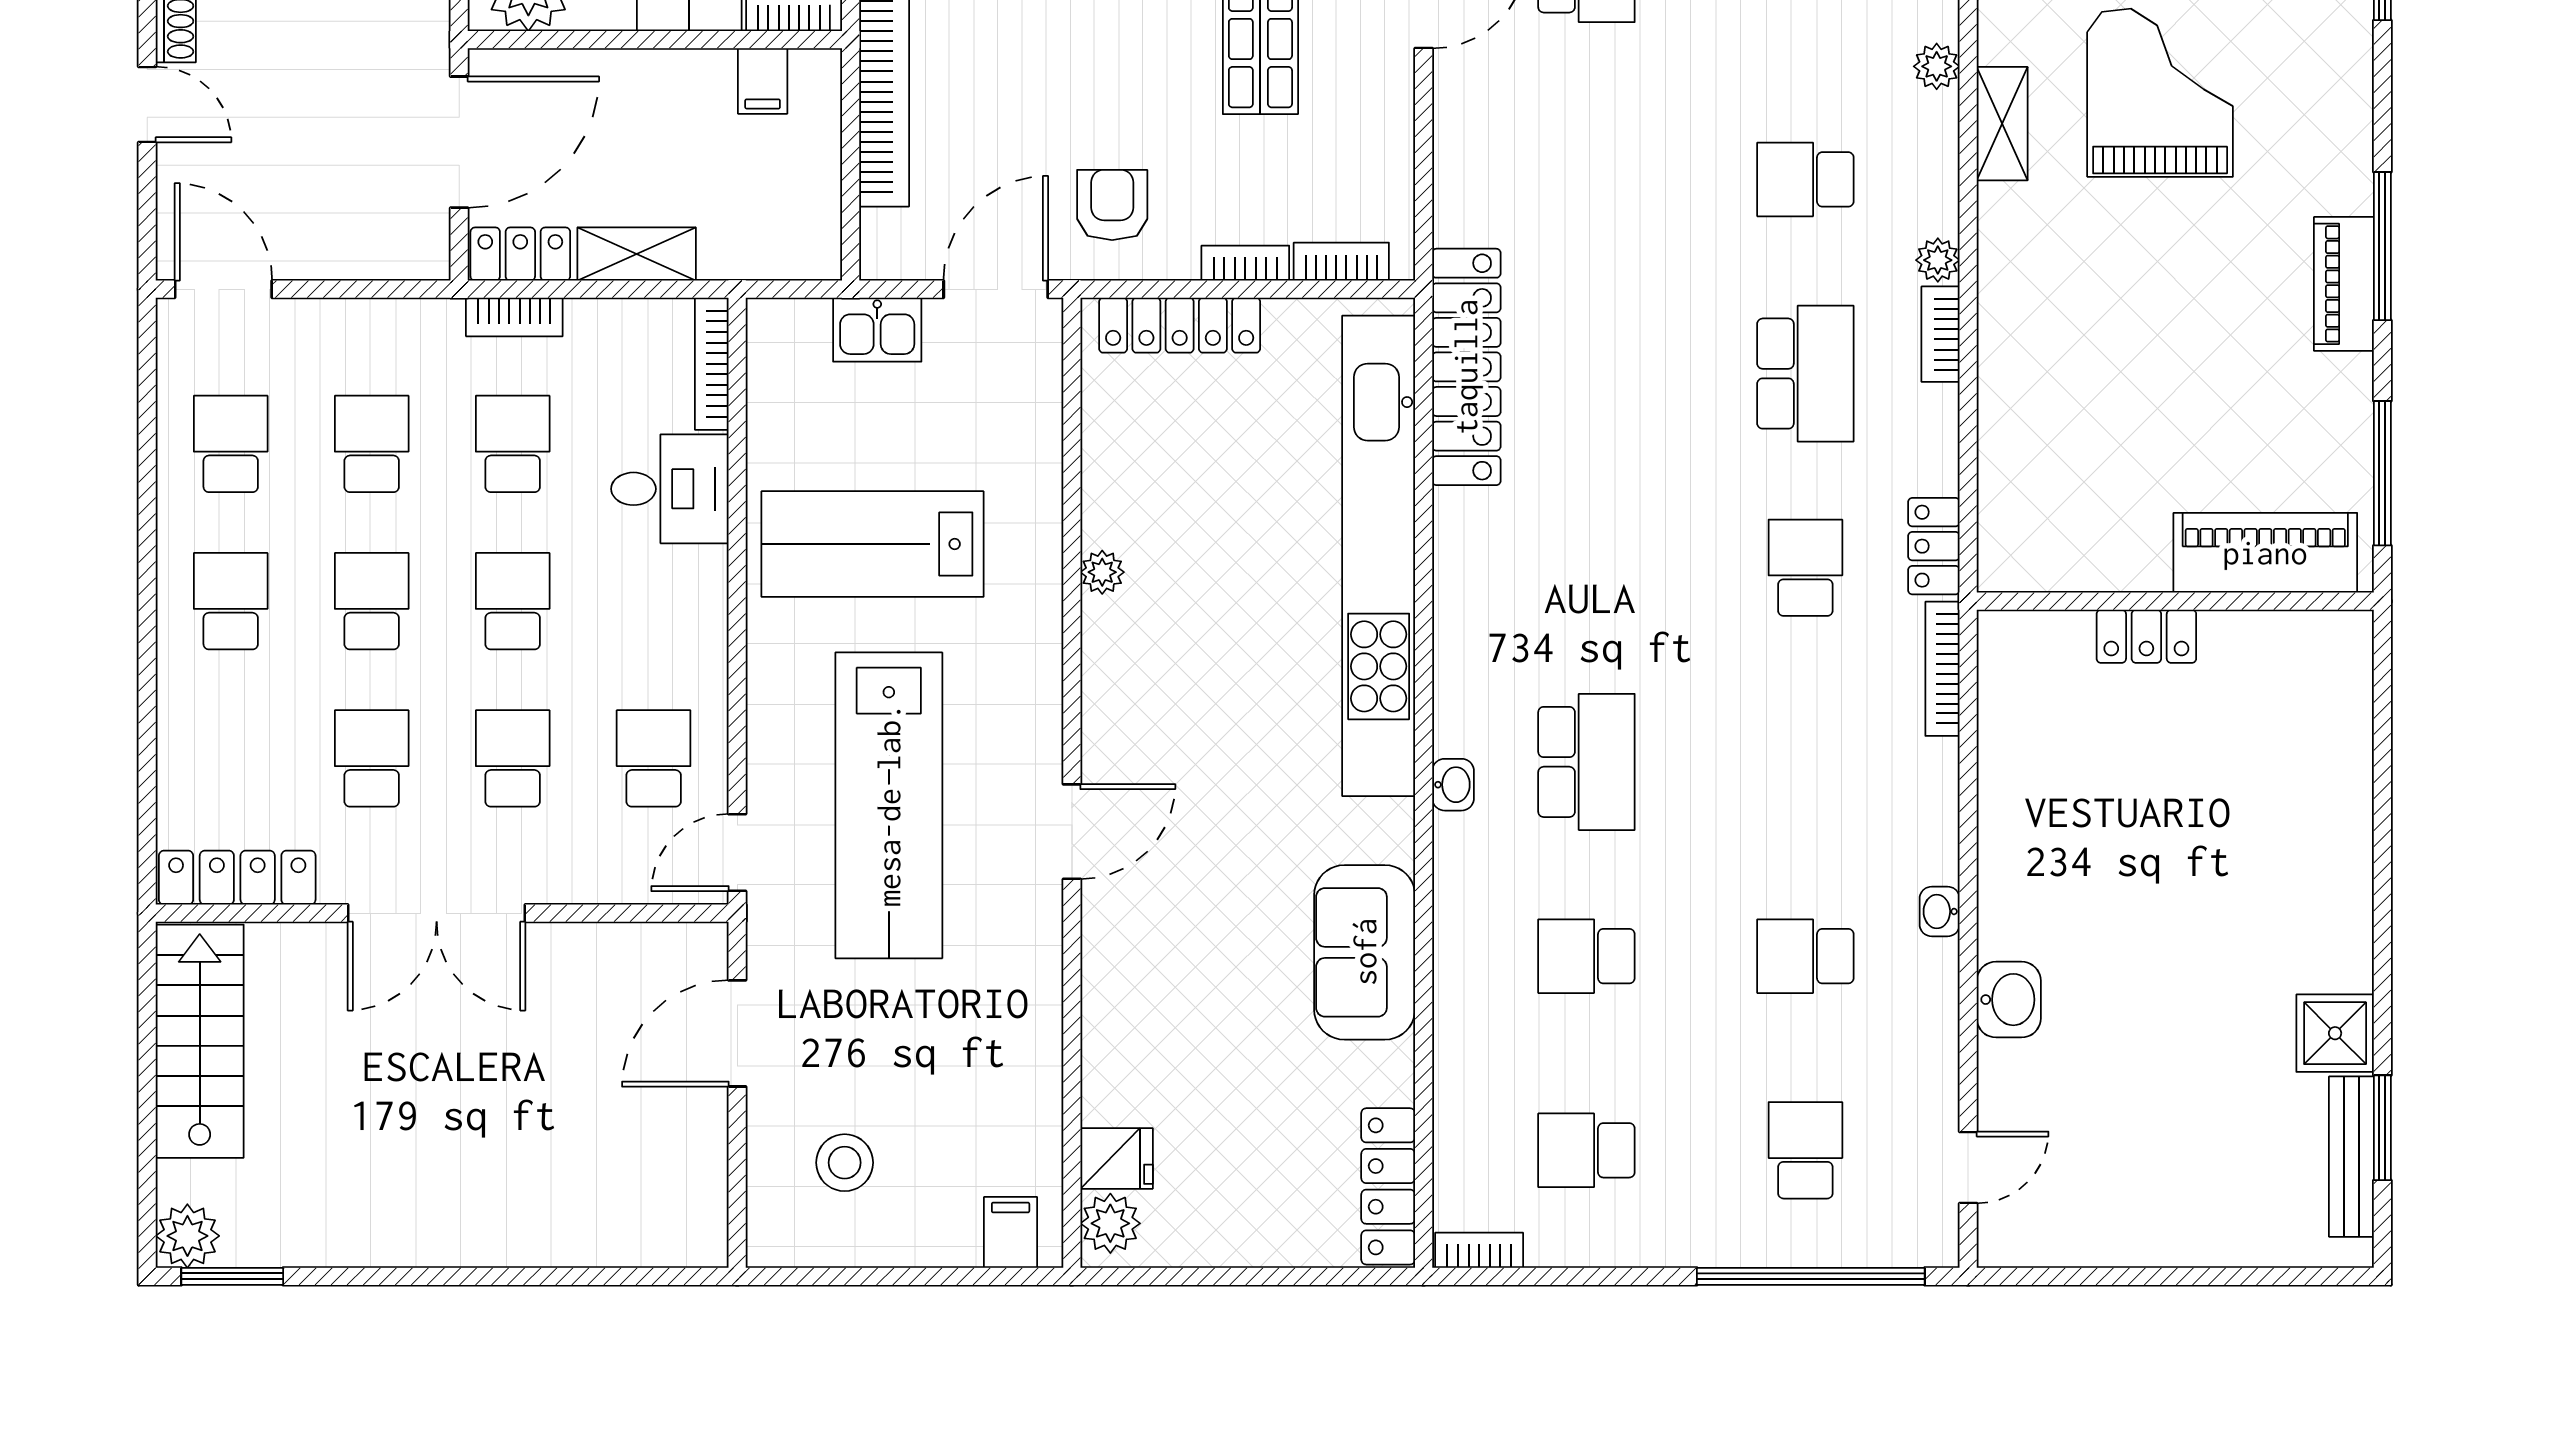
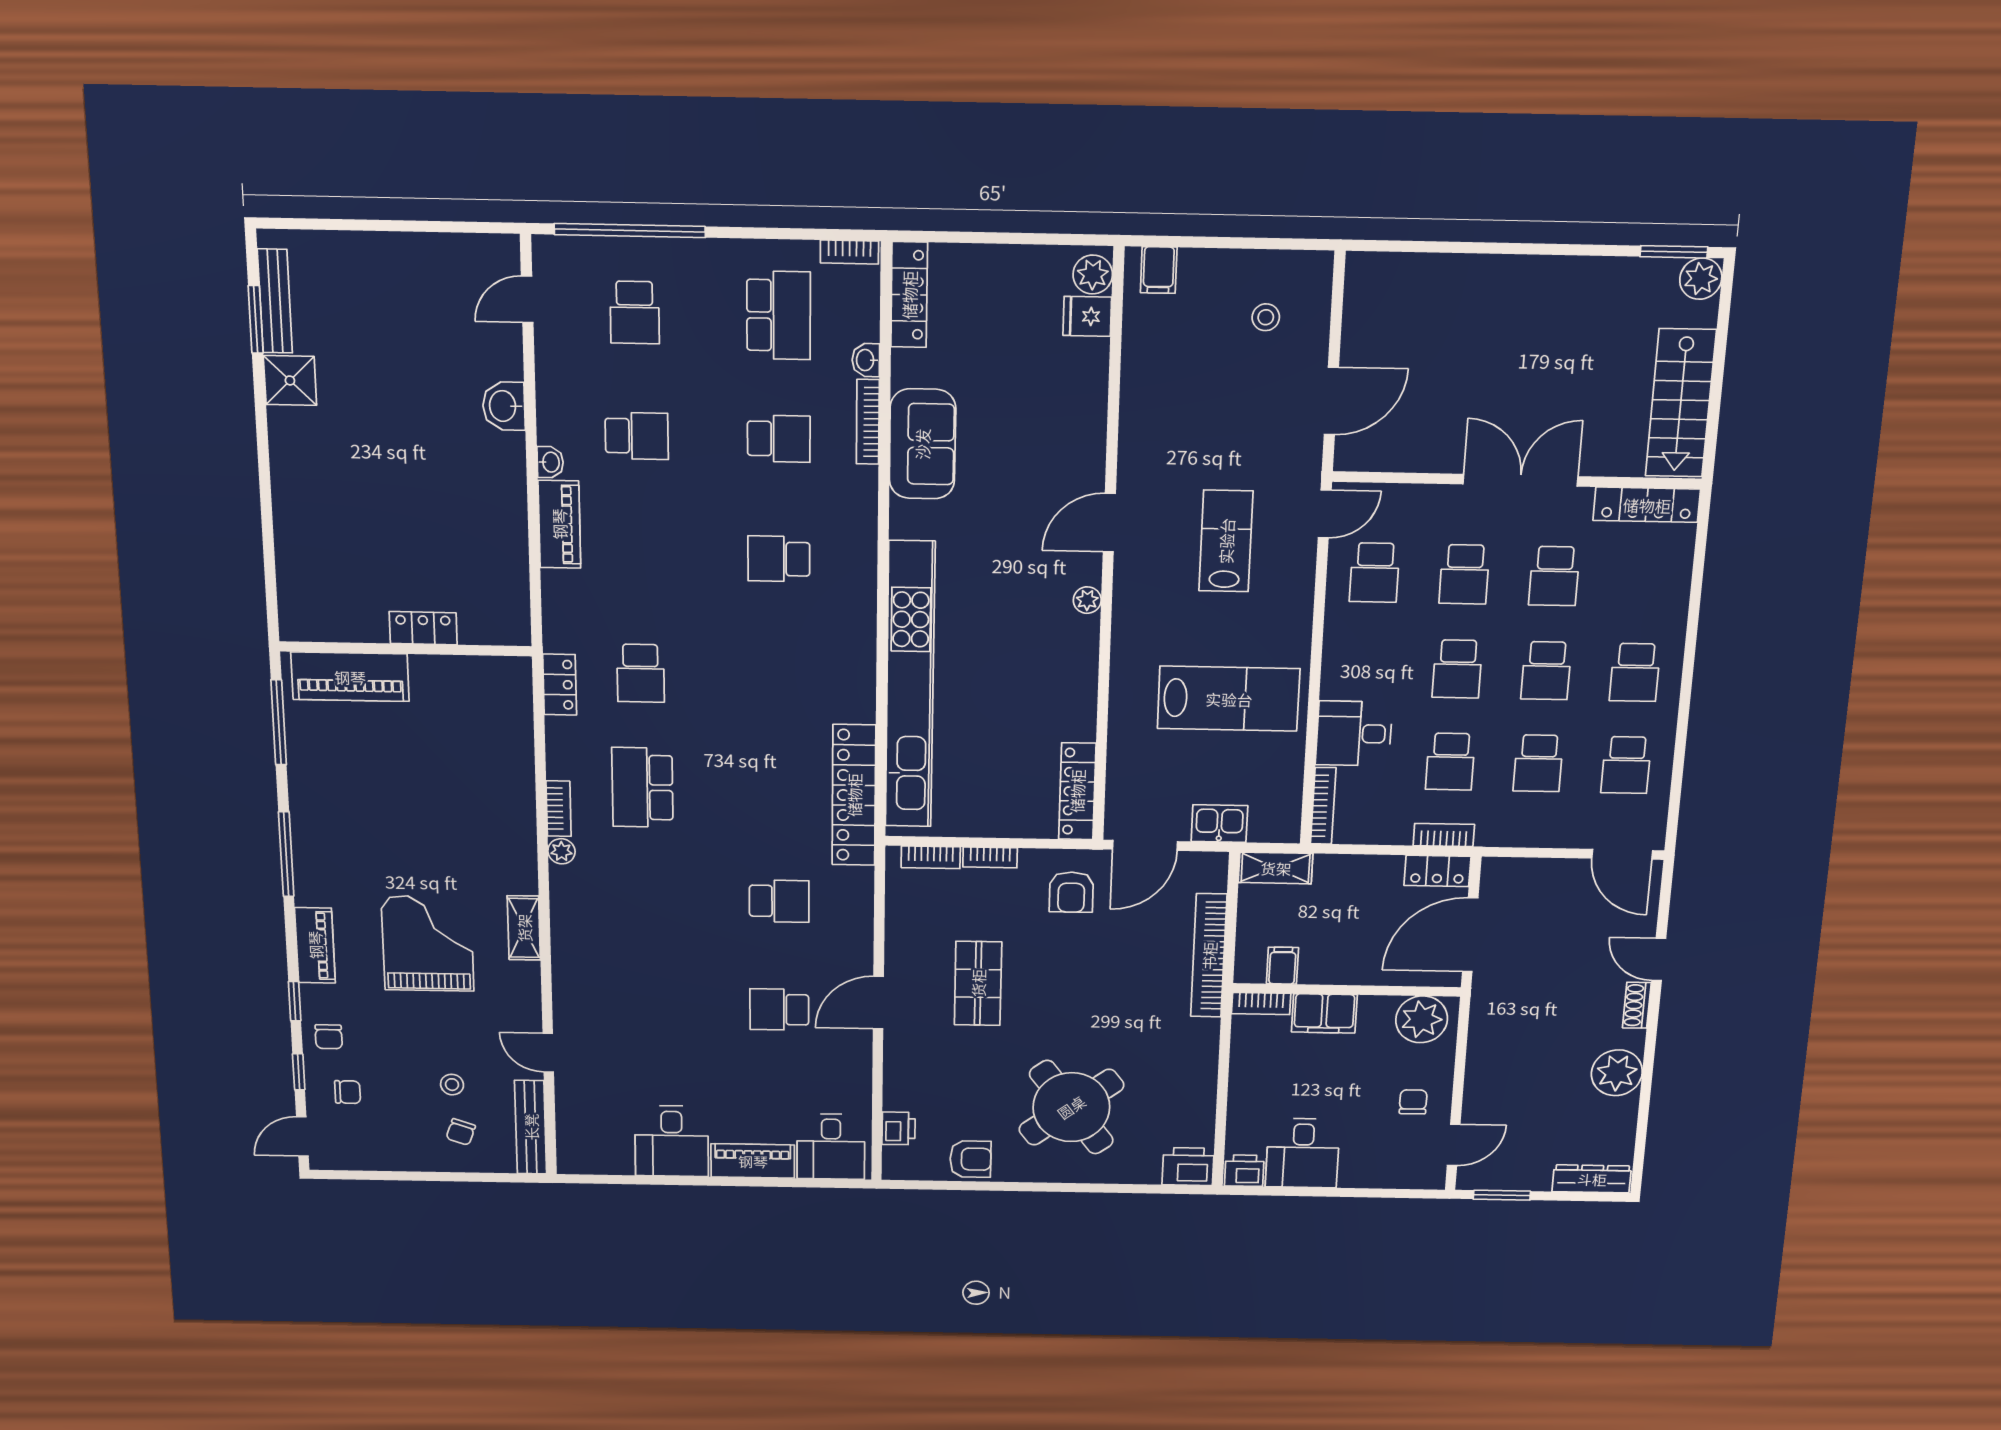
plant: (1937, 66) -> (565, 961), removed
grand piano: (2160, 93) -> (428, 943), turned 180
school desk: (1805, 179) -> (779, 901), moved
shelving: (637, 254) -> (1276, 868), moved
piano: (2344, 284) -> (315, 945), moved
locker: (1180, 325) -> (1077, 791), moved, turned -90
plant: (1102, 572) -> (1087, 600), moved
bookcase: (1943, 669) -> (868, 422), moved, turned 180
school desk: (1586, 762) -> (779, 559), width x0.54
washbasin: (1453, 785) -> (866, 360), moved
lab bench: (889, 805) -> (1226, 541), width x0.54, depth x0.72
piano: (1928, 811) -> (559, 524), added
school desk: (1586, 1150) -> (779, 315), width x1.85
stool: (845, 1163) -> (1266, 317), width x0.73, depth x0.73

